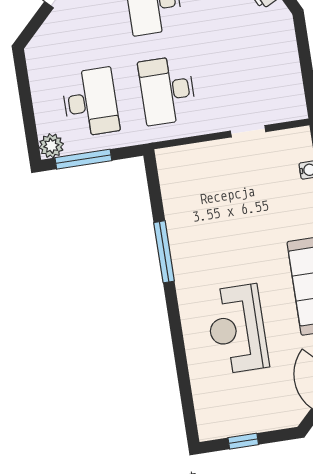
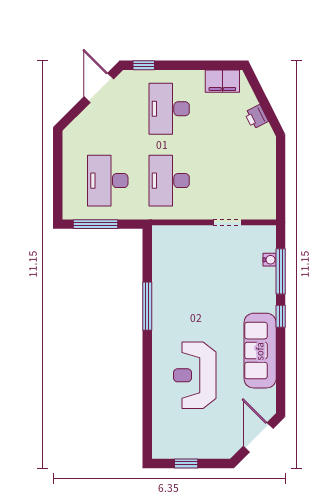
desk: (90, 102) -> (108, 181), turned 180
plant: (51, 146) -> (72, 210), removed

